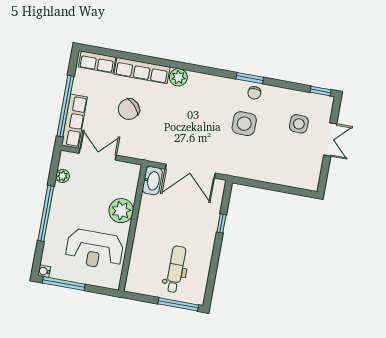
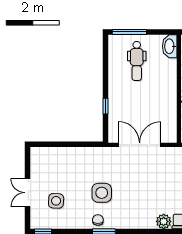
washbasin: (152, 181) -> (170, 46), moved

